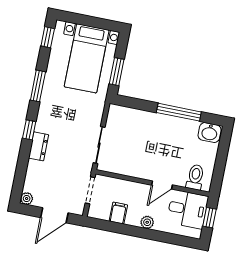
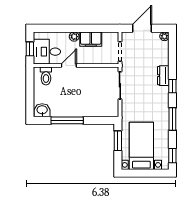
filing cabinet: (118, 213) -> (91, 39), width x2.00

